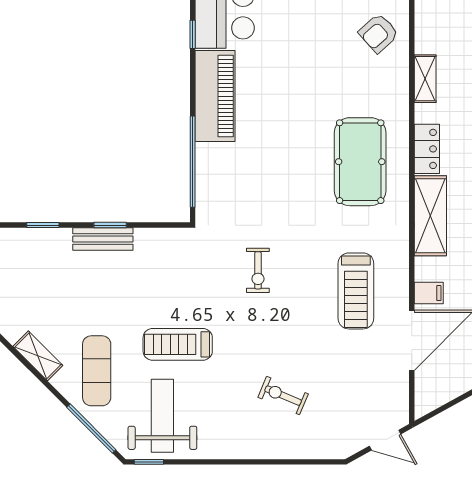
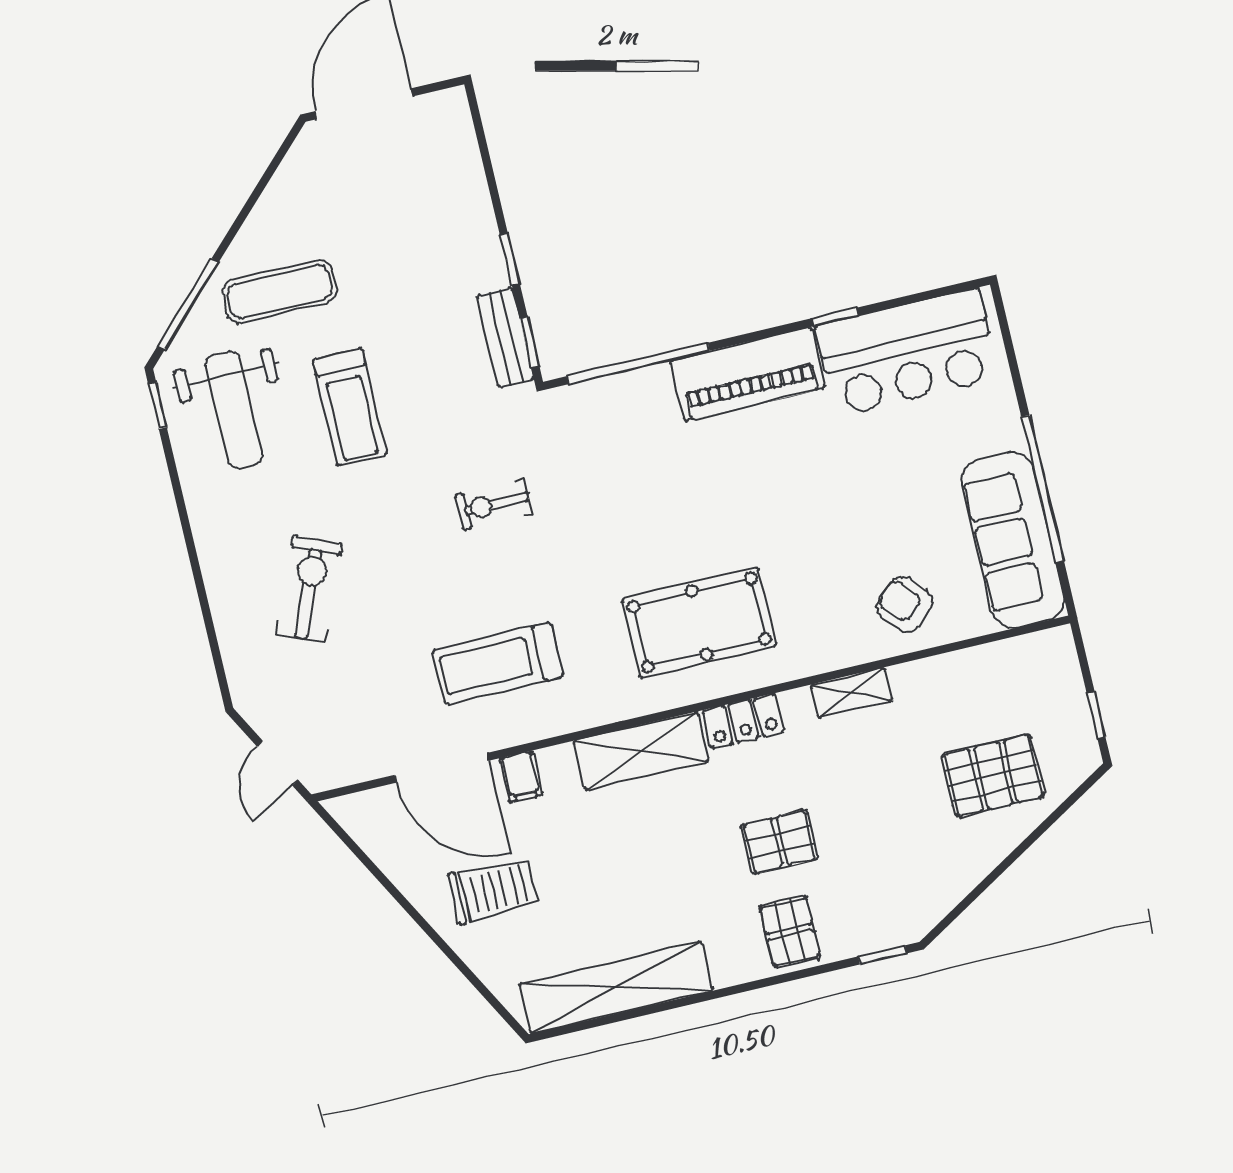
window: (43, 225) -> (529, 342), moved
bench: (103, 239) -> (505, 337), moved
treadmill: (178, 344) -> (350, 407), turned 180
shelving: (38, 356) -> (281, 195), removed
exercise bike: (283, 396) -> (309, 589), width x1.38, depth x1.39
weight bench: (162, 416) -> (234, 410), turned 90

